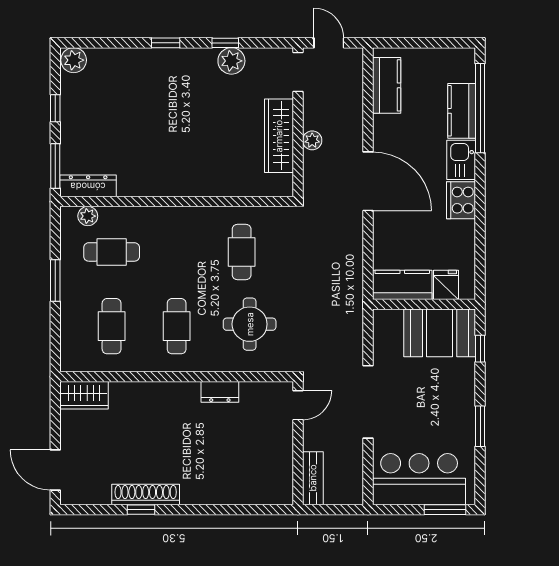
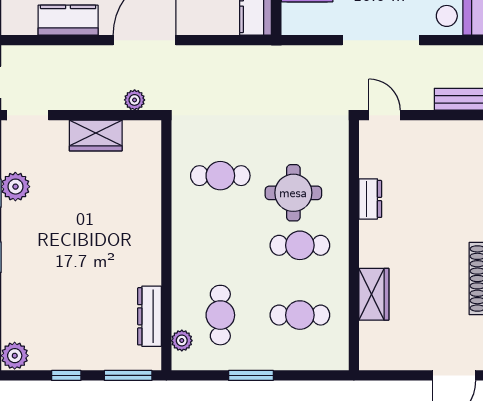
kitchen counter: (387, 85) -> (68, 20), moved
wardrobe: (279, 136) -> (96, 136), width x0.67
plant: (312, 140) -> (135, 100), moved
dresser: (88, 186) -> (149, 316), moved
round table: (250, 324) -> (293, 193), moved
wardrobe: (84, 395) -> (374, 294), moved

